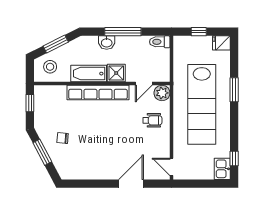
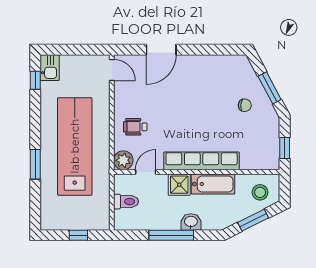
toilet: (160, 42) -> (126, 202), moved
fridge: (221, 43) -> (51, 221), removed

